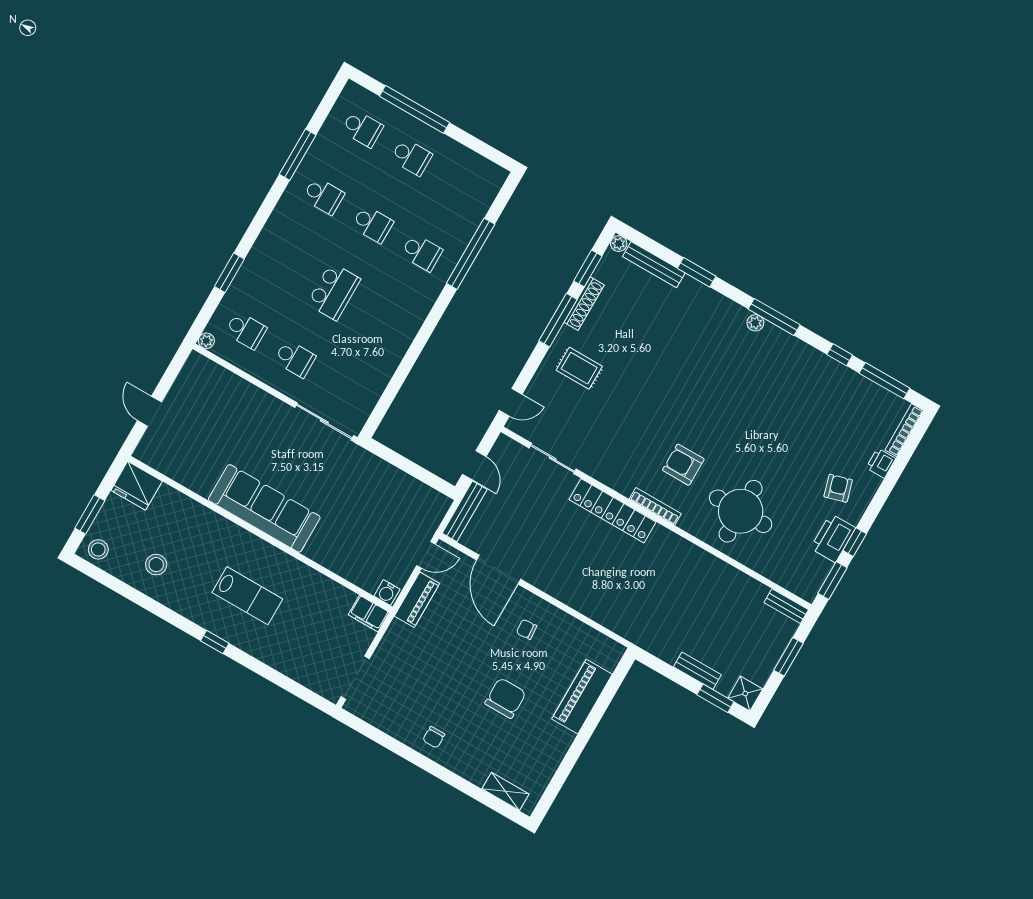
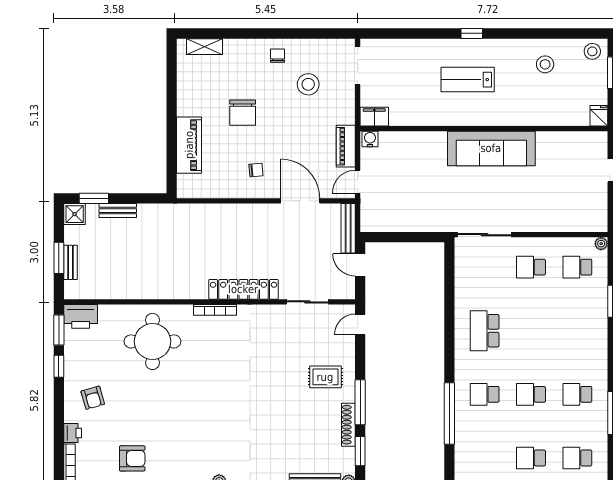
school desk: (334, 291) -> (485, 331), moved
armchair: (683, 465) -> (132, 458), moved
fridge: (137, 486) -> (599, 116), width x0.53, depth x0.75
printer: (833, 538) -> (81, 316), moved, turned 90
bench: (786, 606) -> (71, 262), moved, turned 90
stool: (419, 688) -> (308, 84), added

